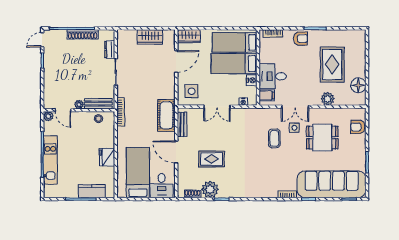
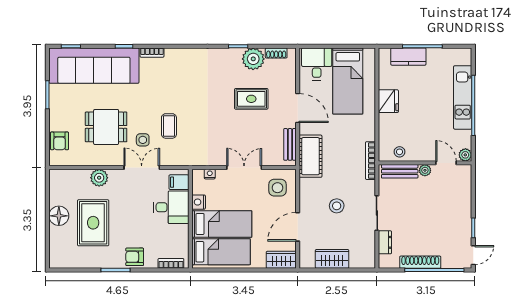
stool: (146, 77) -> (337, 206), added
floor lamp: (358, 85) -> (59, 216), moved
armchair: (358, 127) -> (59, 141), turned 90

